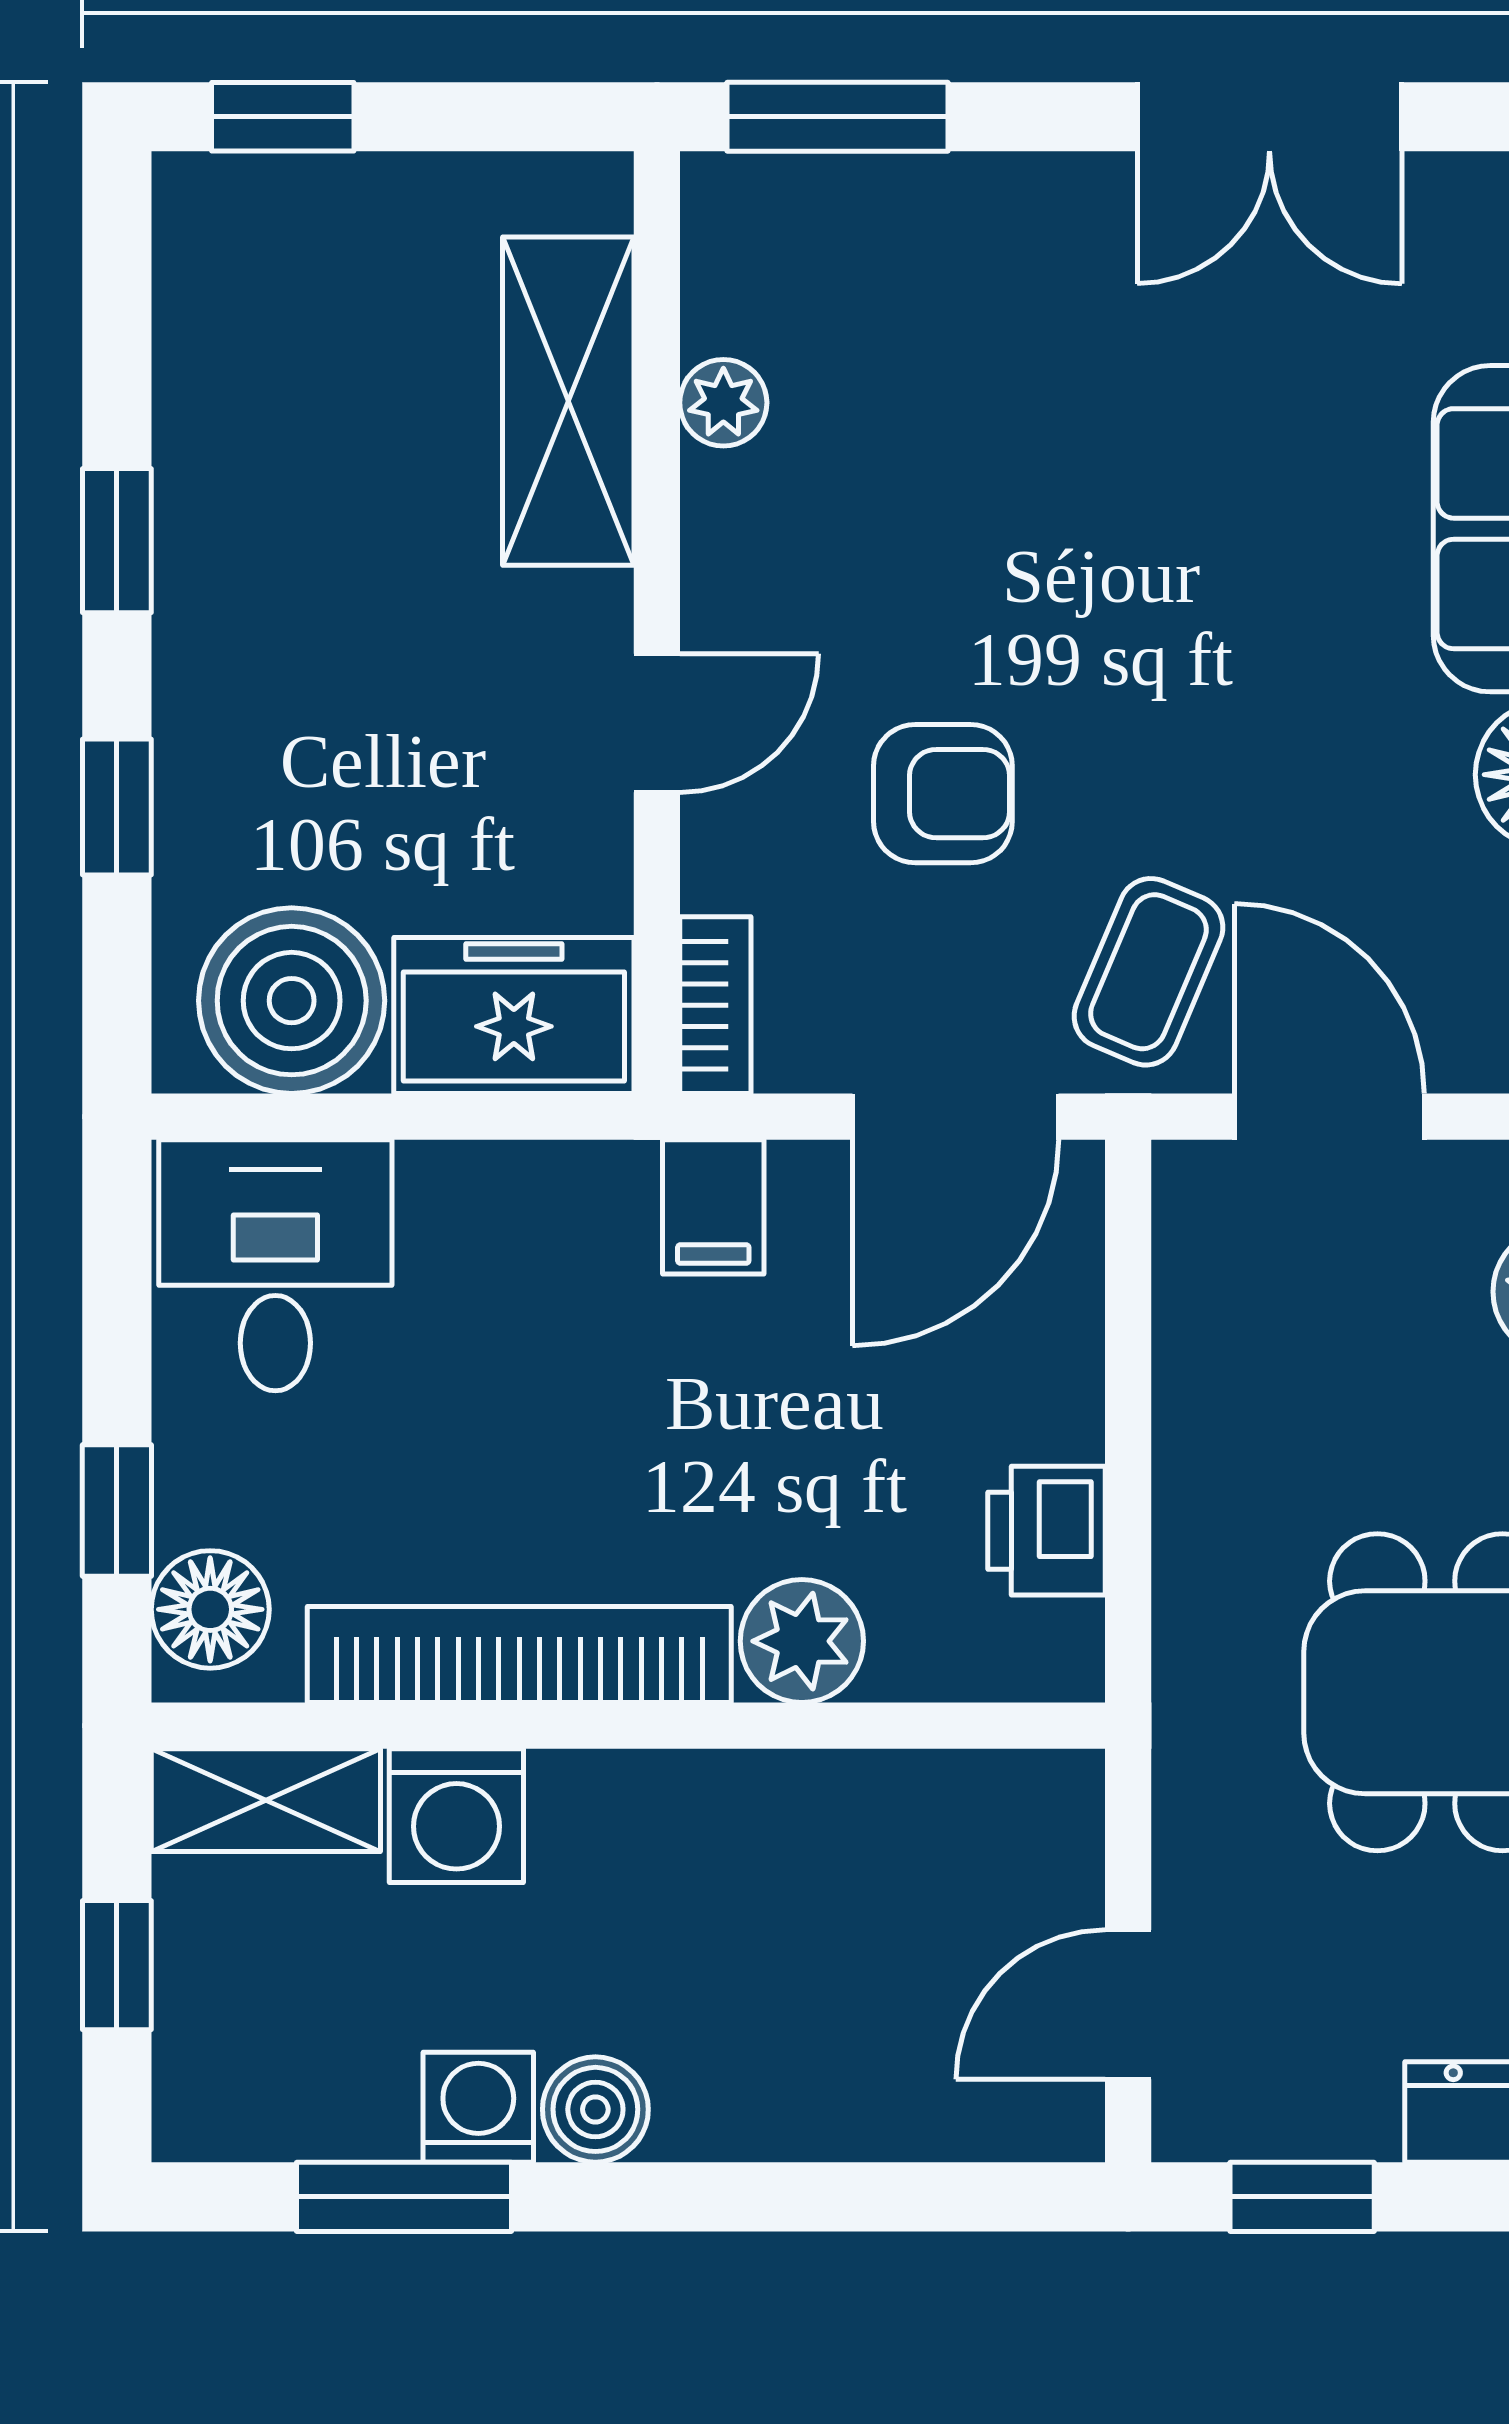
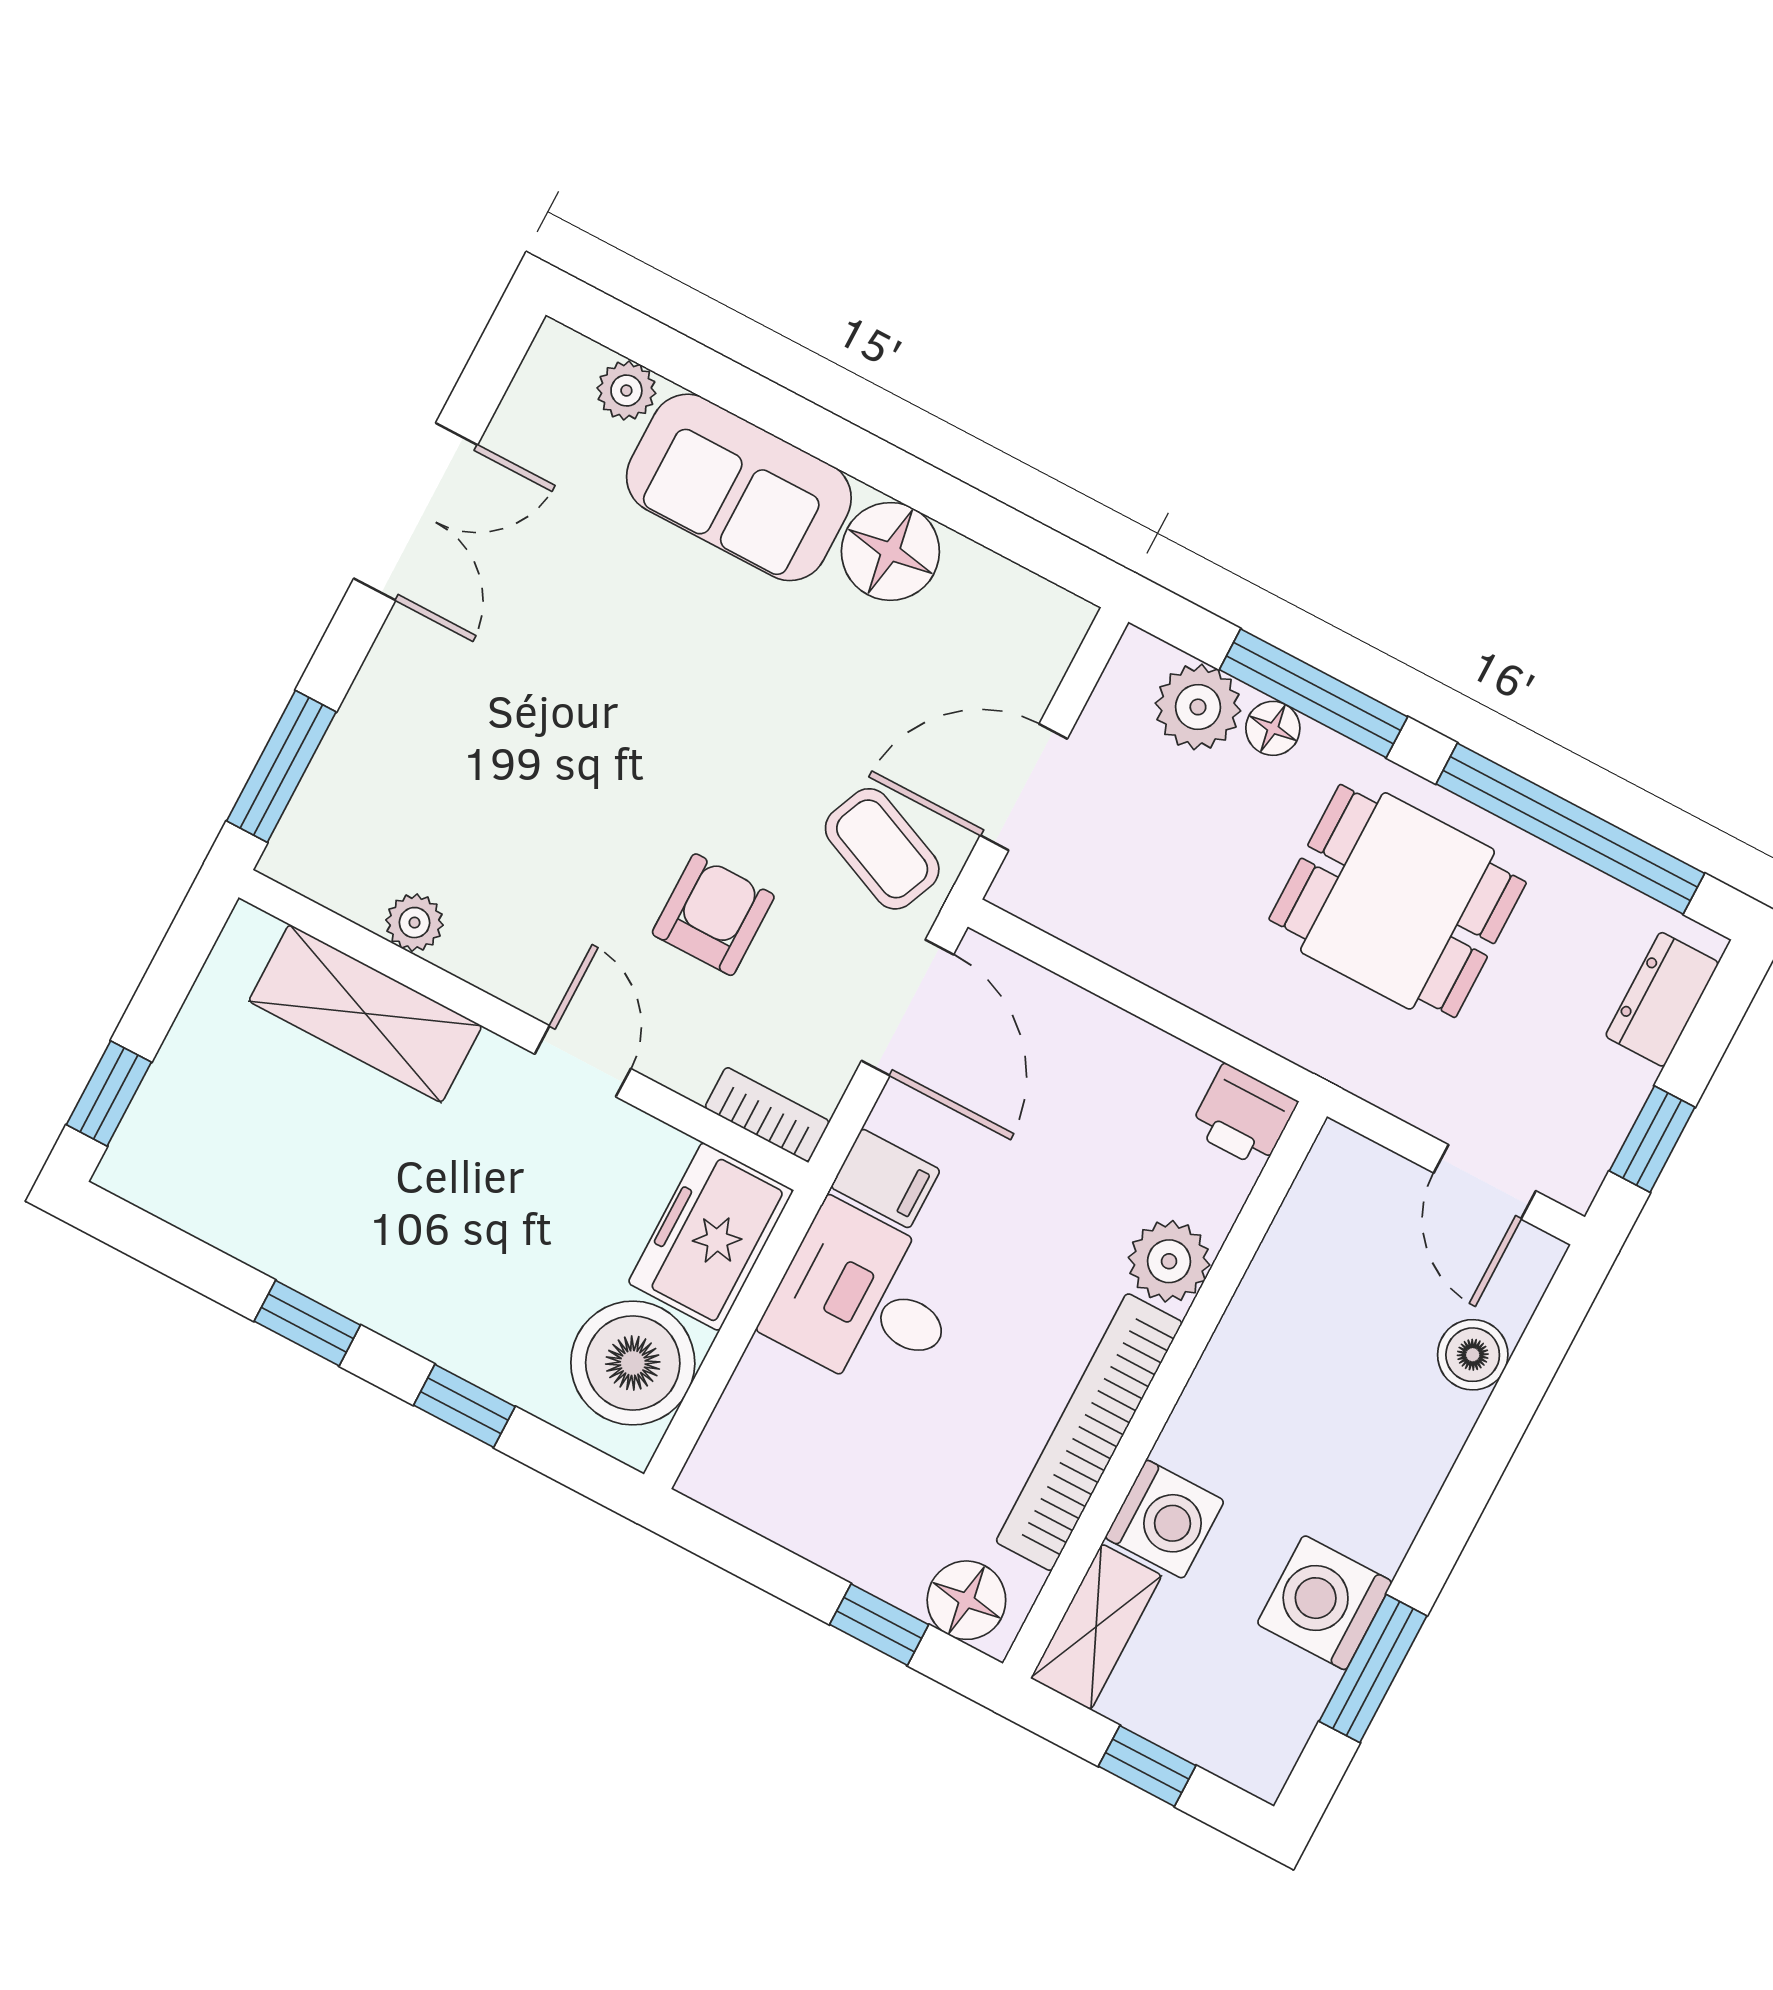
desk: (275, 1265) -> (865, 1301), moved
printer: (1047, 1531) -> (1243, 1116), moved
washing machine: (478, 2107) -> (1325, 1603), width x1.38, depth x1.38
boiler: (595, 2109) -> (1473, 1355), moved

